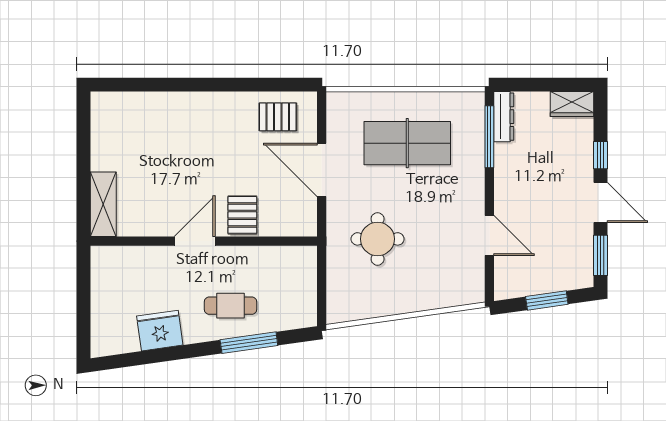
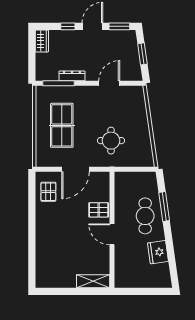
dresser: (504, 117) -> (72, 76), moved
cafe table: (230, 306) -> (145, 216), width x1.37, depth x1.35

